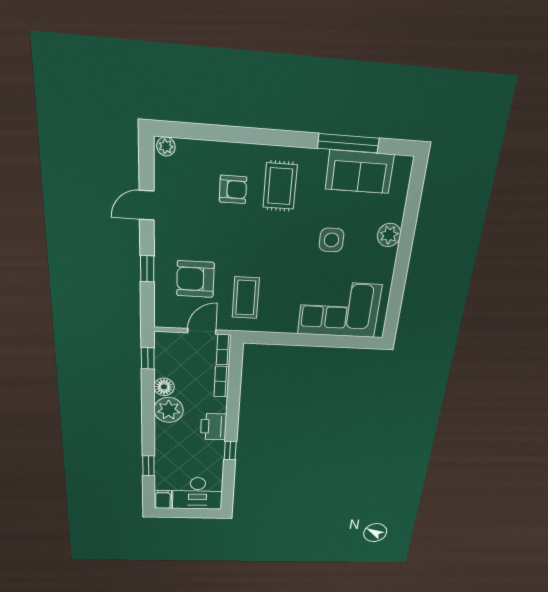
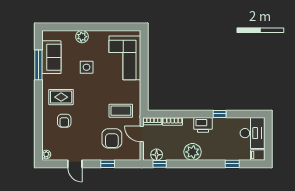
armchair: (233, 189) -> (64, 121), turned 180
floor lamp: (164, 387) -> (157, 155), moved

